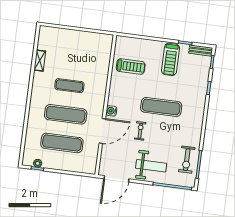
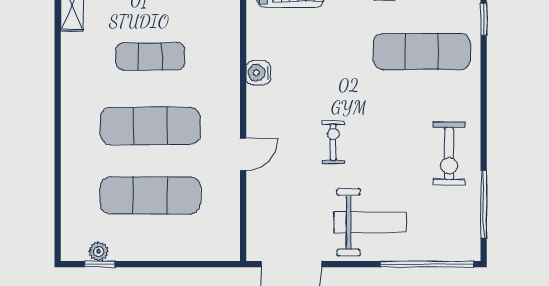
exercise mat: (161, 107) -> (422, 51), moved
water cooler: (111, 111) -> (258, 73), moved
door: (102, 131) -> (243, 154), width x0.53
exercise bike: (187, 160) -> (449, 154), moved

